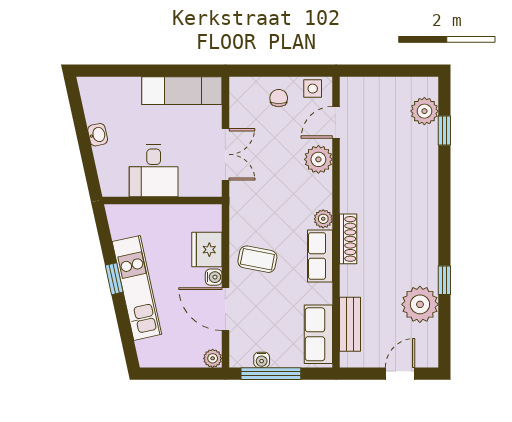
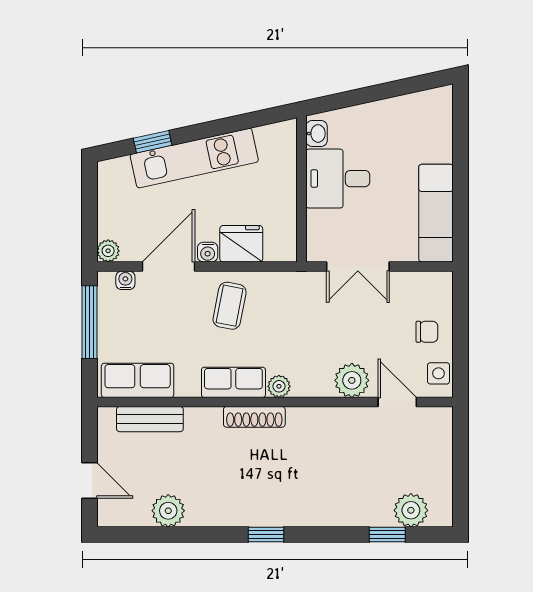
washbasin: (98, 135) -> (317, 133), moved, turned -78
window: (114, 279) -> (153, 142), moved
window: (444, 280) -> (266, 535), moved
plant: (420, 304) -> (168, 511), width x0.73, depth x0.73
water cooler: (262, 360) -> (125, 280), moved, turned 90

